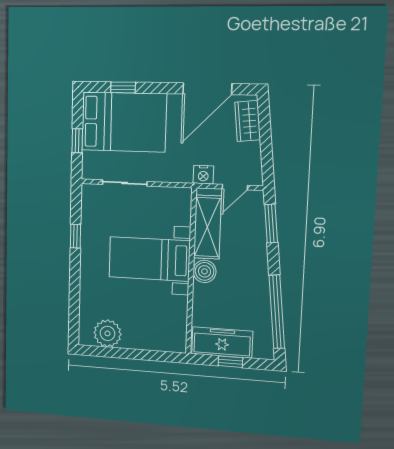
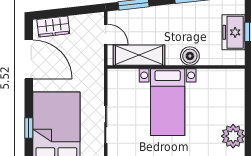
nightstand: (203, 175) -> (97, 60), removed
boiler: (204, 271) -> (190, 56), moved
freezer: (222, 342) -> (234, 32), width x0.71

